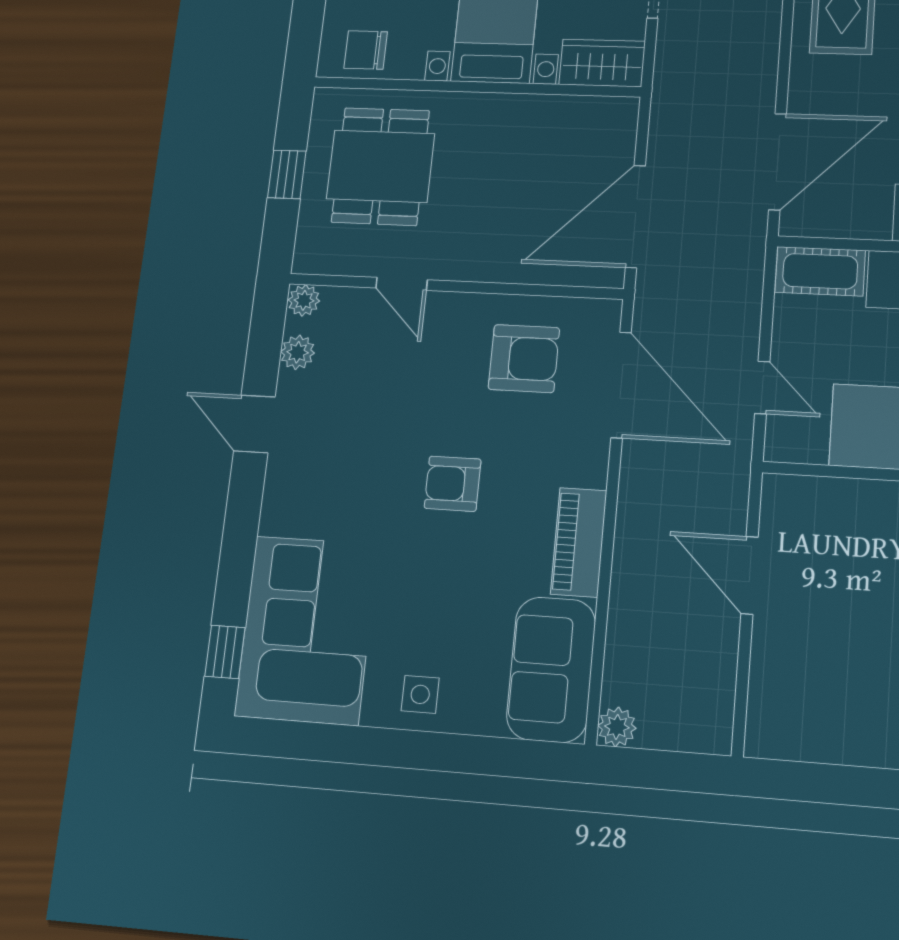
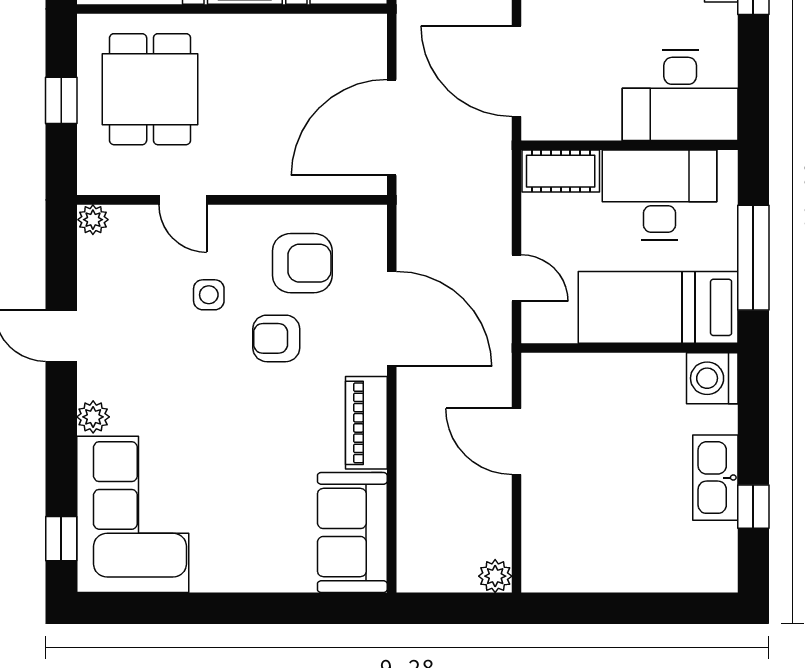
door: (778, 162) -> (516, 71), swing flipped
plant: (298, 352) -> (93, 417), moved
door: (621, 385) -> (392, 319), moved
armchair: (453, 484) -> (276, 338), moved
side table: (420, 694) -> (209, 295), moved
plant: (617, 727) -> (495, 576), moved

